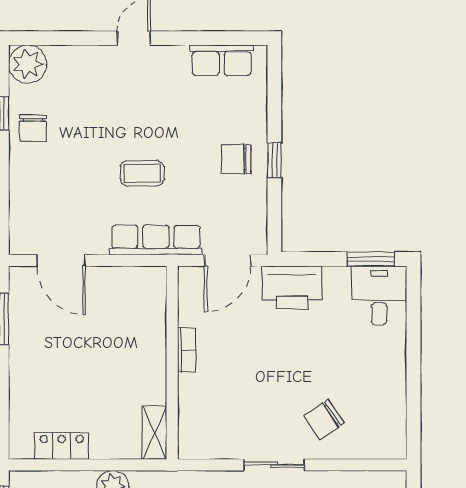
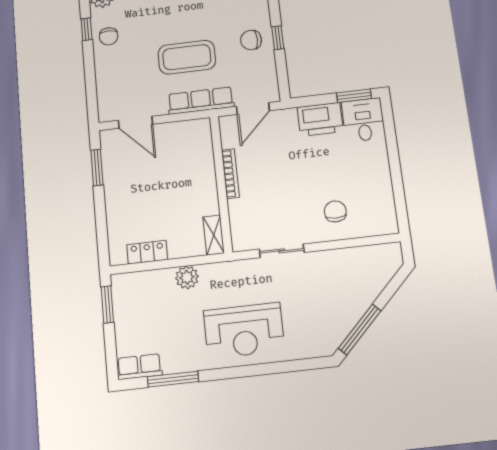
coffee table: (142, 173) -> (187, 57), width x1.86, depth x1.72
printer: (292, 287) -> (320, 119), moved
bookcase: (187, 350) -> (230, 174), width x1.56
chair: (324, 419) -> (335, 211), turned 124
sliding door: (274, 465) -> (282, 251), moved

